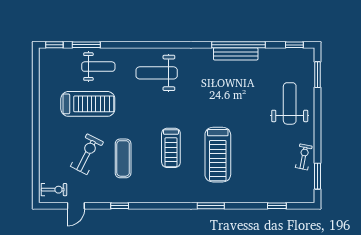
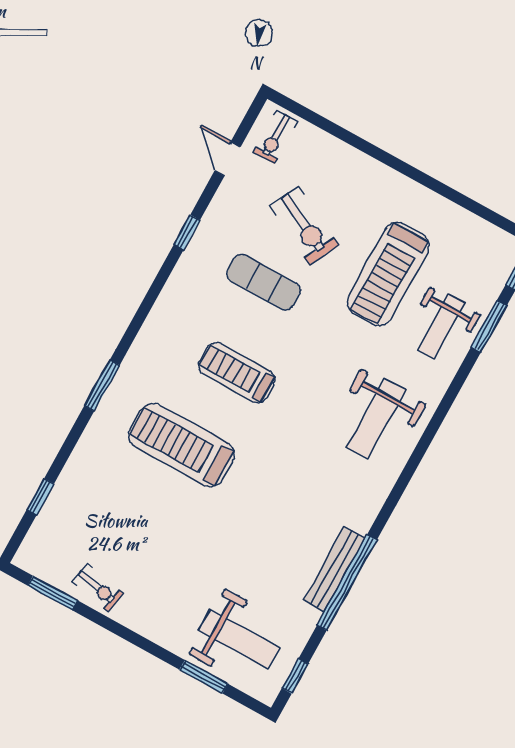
weight bench: (157, 73) -> (376, 418), turned 180
window: (318, 75) -> (204, 677), moved
weight bench: (290, 103) -> (239, 639), moved

